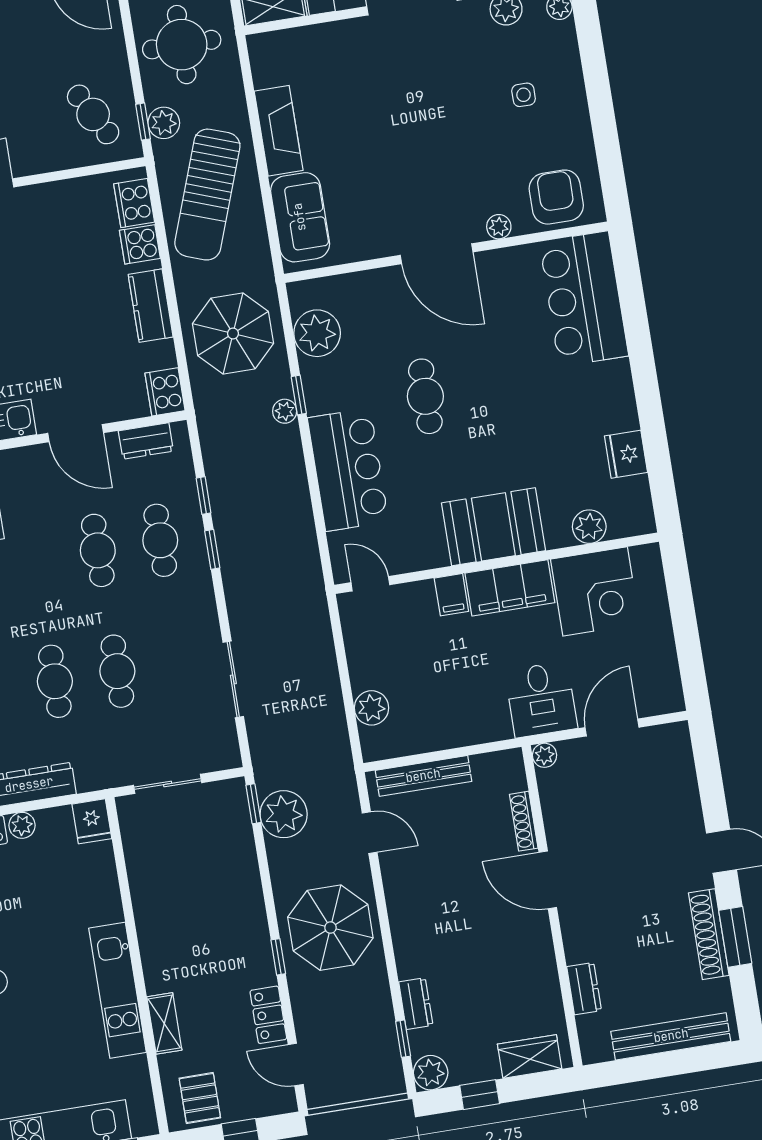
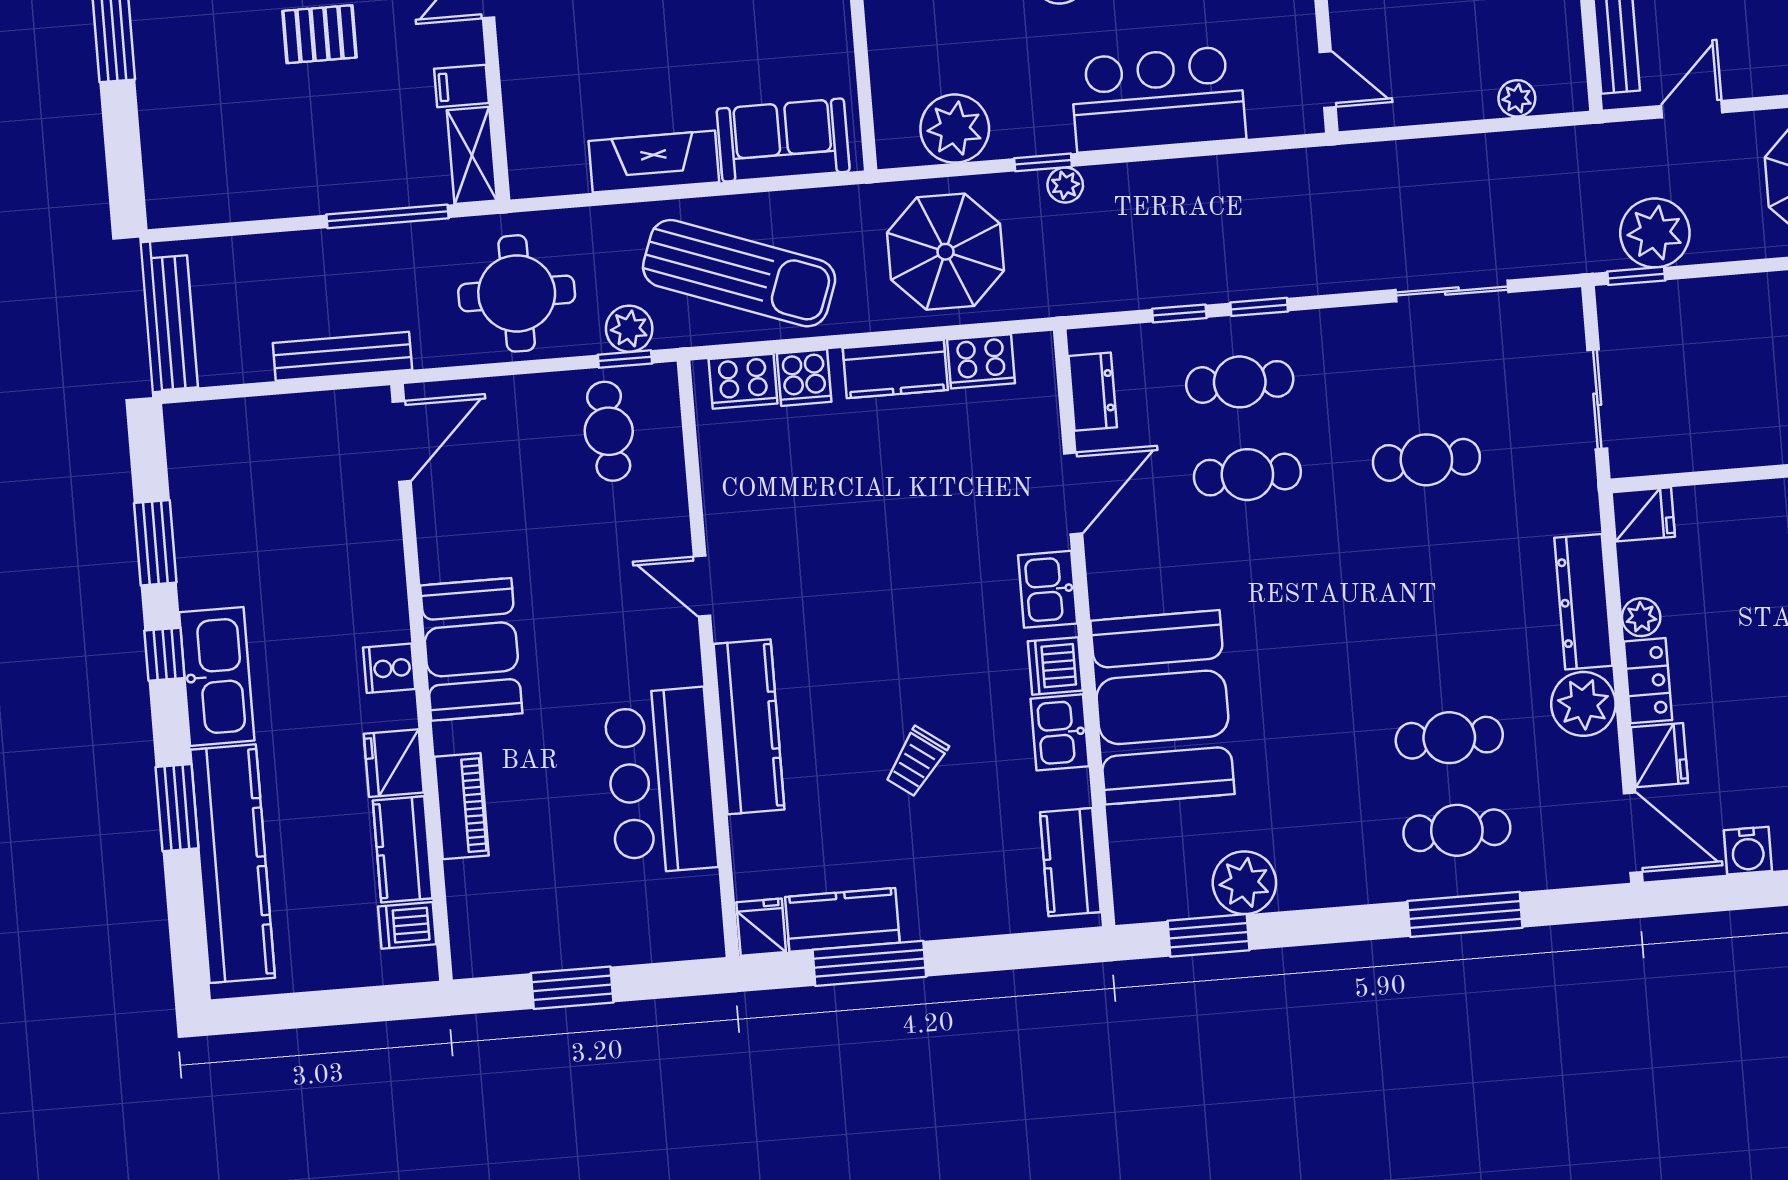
cafe table: (93, 114) -> (609, 431), turned -64
cooker: (165, 392) -> (981, 361), moved
door: (370, 584) -> (1328, 80), swing flipped
cafe table: (55, 681) -> (1434, 552), removed
plant: (372, 708) -> (1517, 98), width x0.73, depth x0.73

